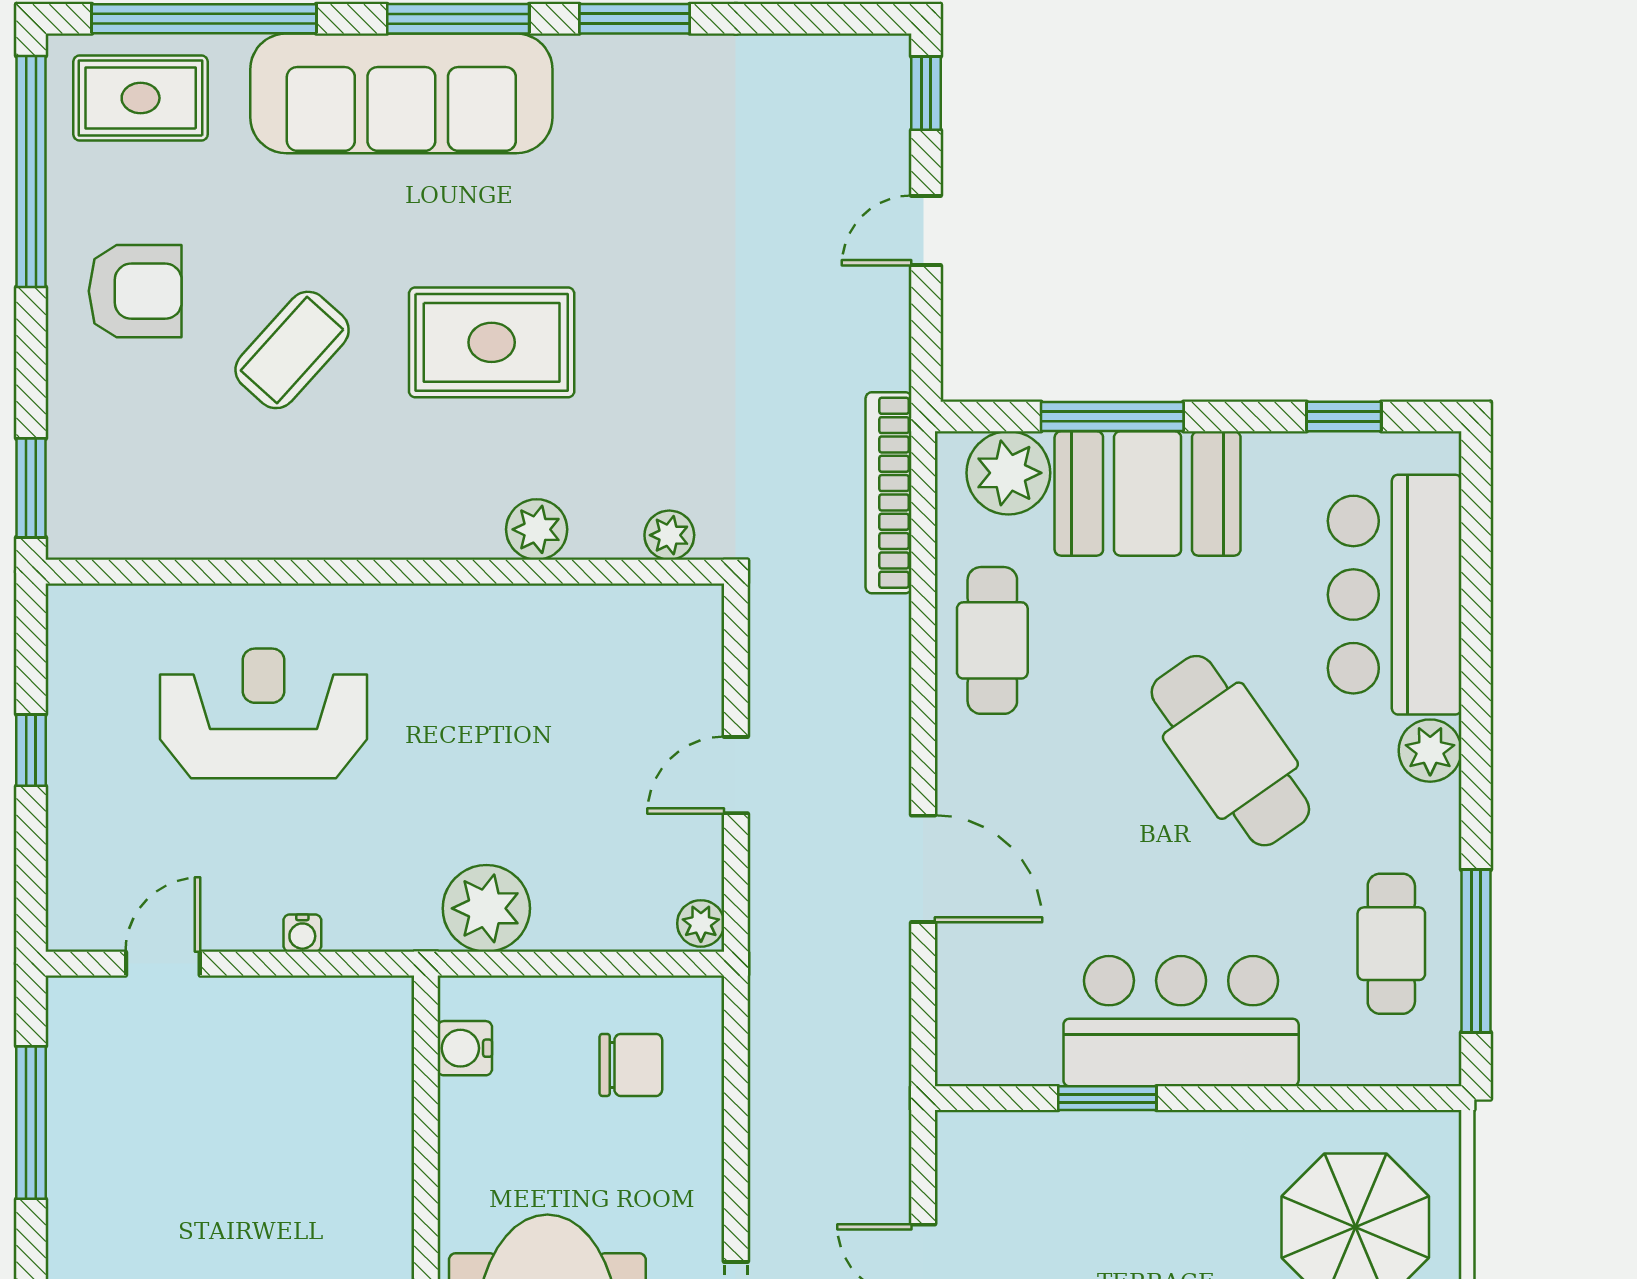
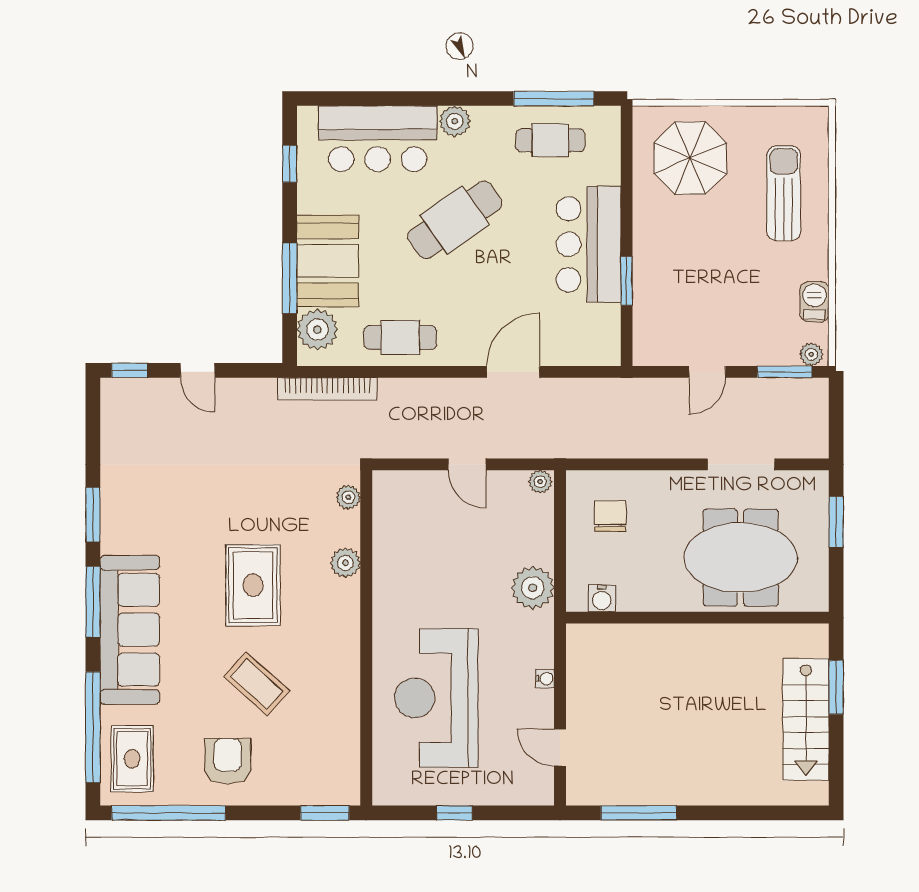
reception desk: (264, 713) -> (436, 698), width x1.36, depth x1.30

